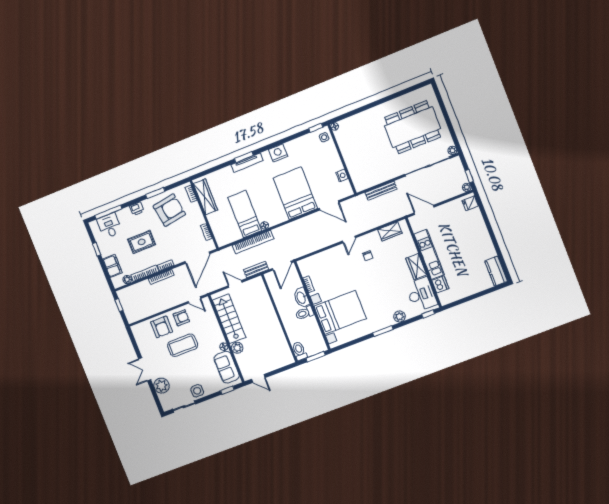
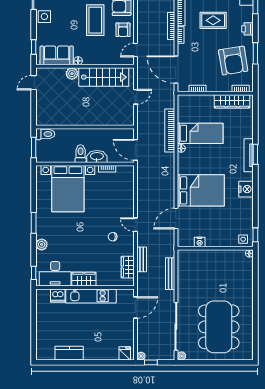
rug: (142, 242) -> (213, 20), turned 90
bench: (256, 270) -> (142, 259), moved
kitchen counter: (496, 271) -> (69, 353), moved

